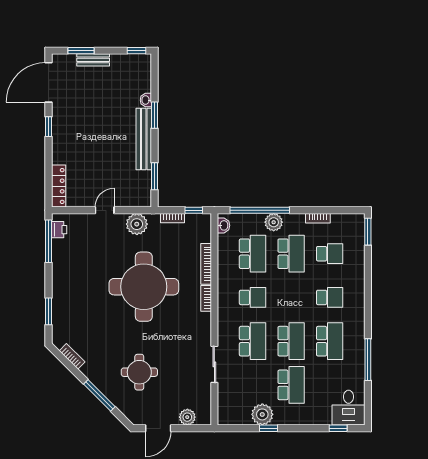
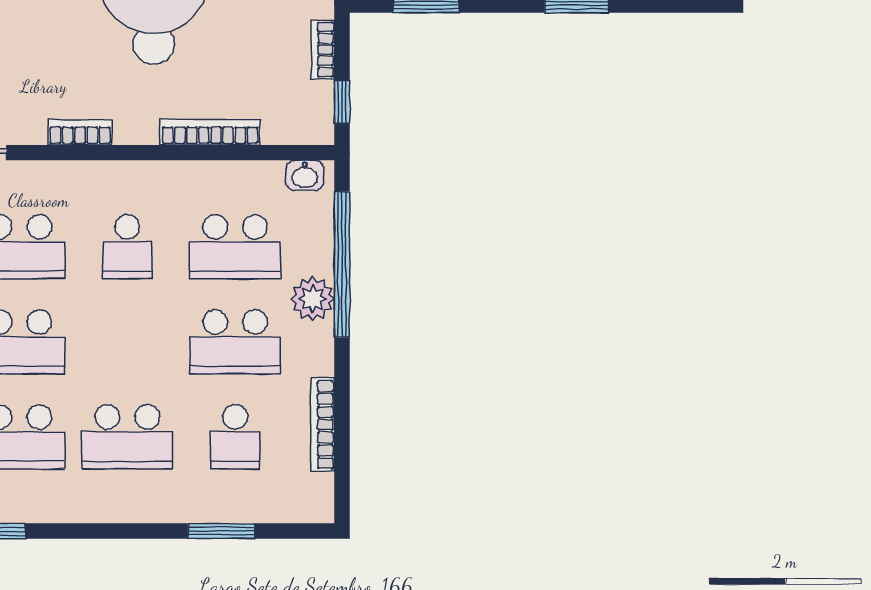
bookcase: (318, 218) -> (323, 425), width x1.56
window: (368, 232) -> (221, 531), moved
school desk: (330, 297) -> (127, 437), width x1.85
bookcase: (206, 298) -> (80, 132), moved

